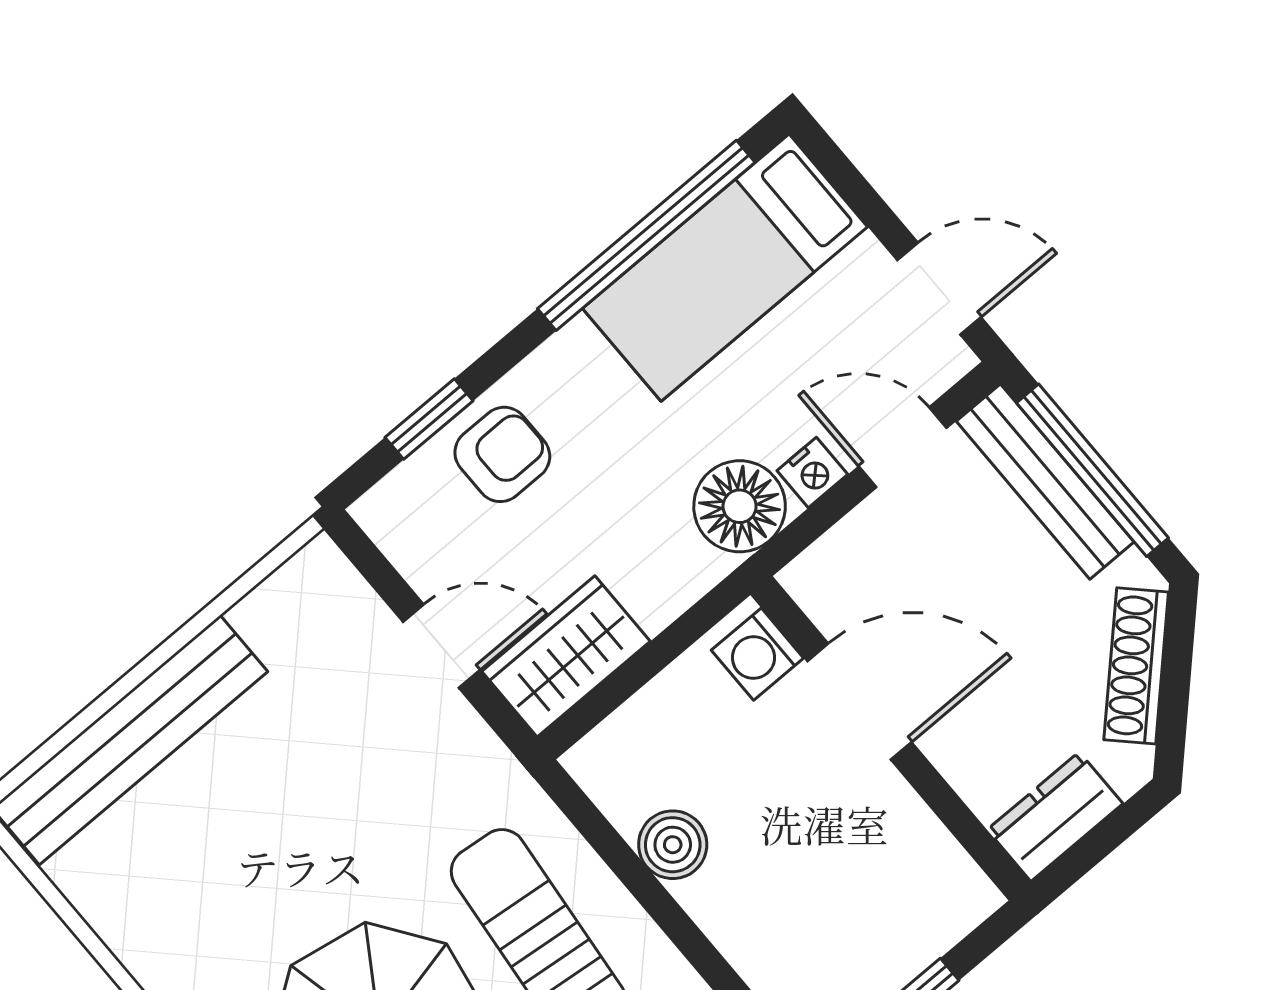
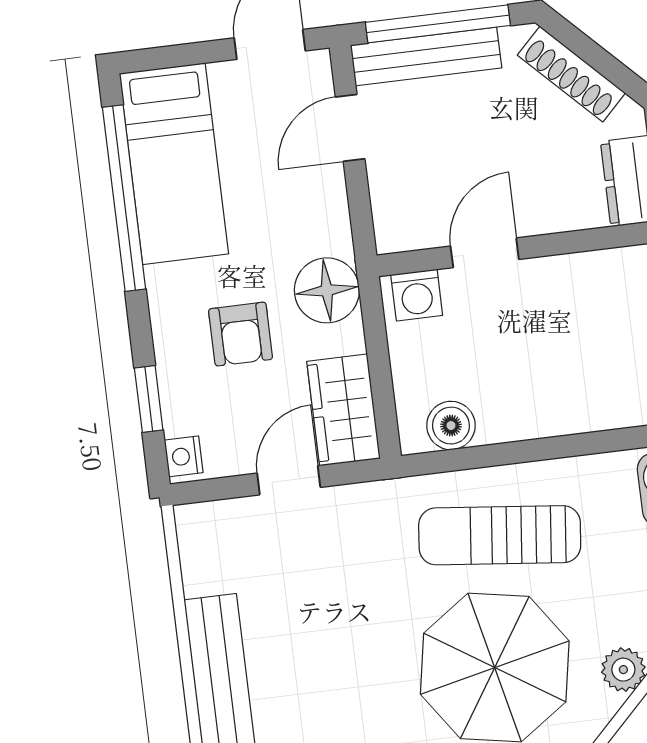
armchair: (502, 454) -> (241, 334), moved, turned 180
nightstand: (812, 473) -> (184, 456), moved, turned 180
floor lamp: (740, 506) -> (327, 290), moved
door: (859, 702) -> (485, 253), width x0.73
boiler: (673, 845) -> (451, 426), moved

